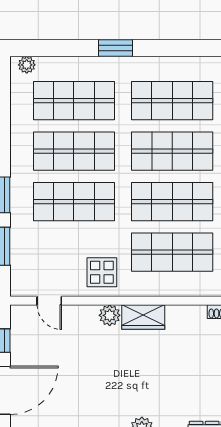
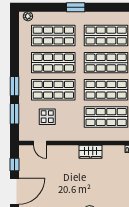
display table: (102, 272) -> (47, 117), moved
plant: (110, 315) -> (72, 151), removed

